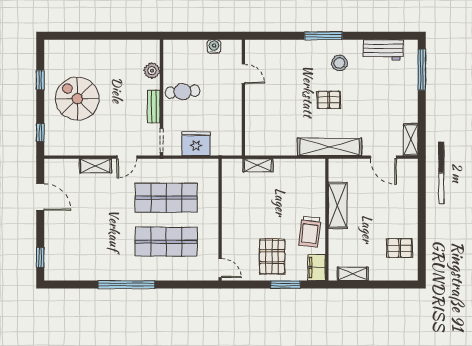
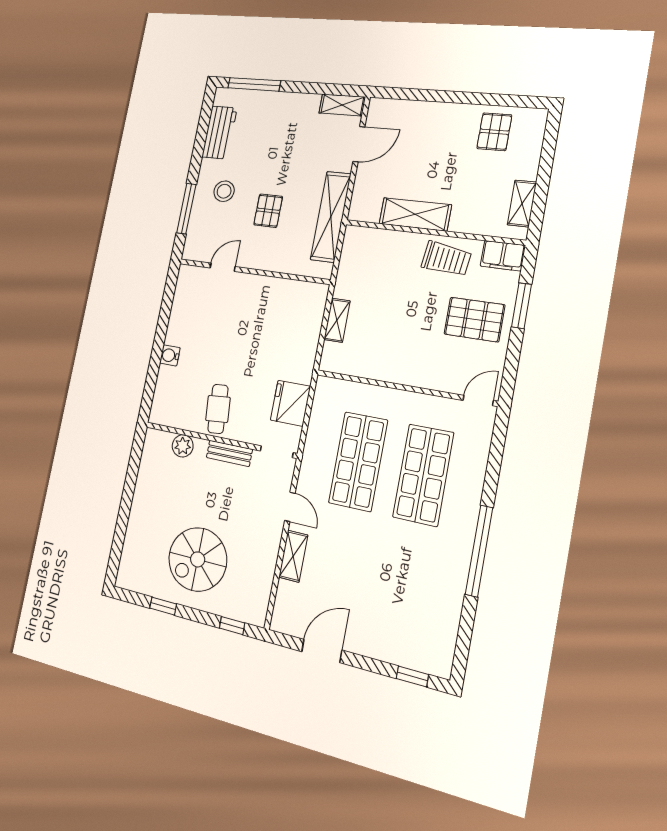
door: (243, 74) -> (223, 267), moved
wall: (243, 98) -> (253, 271), moved

